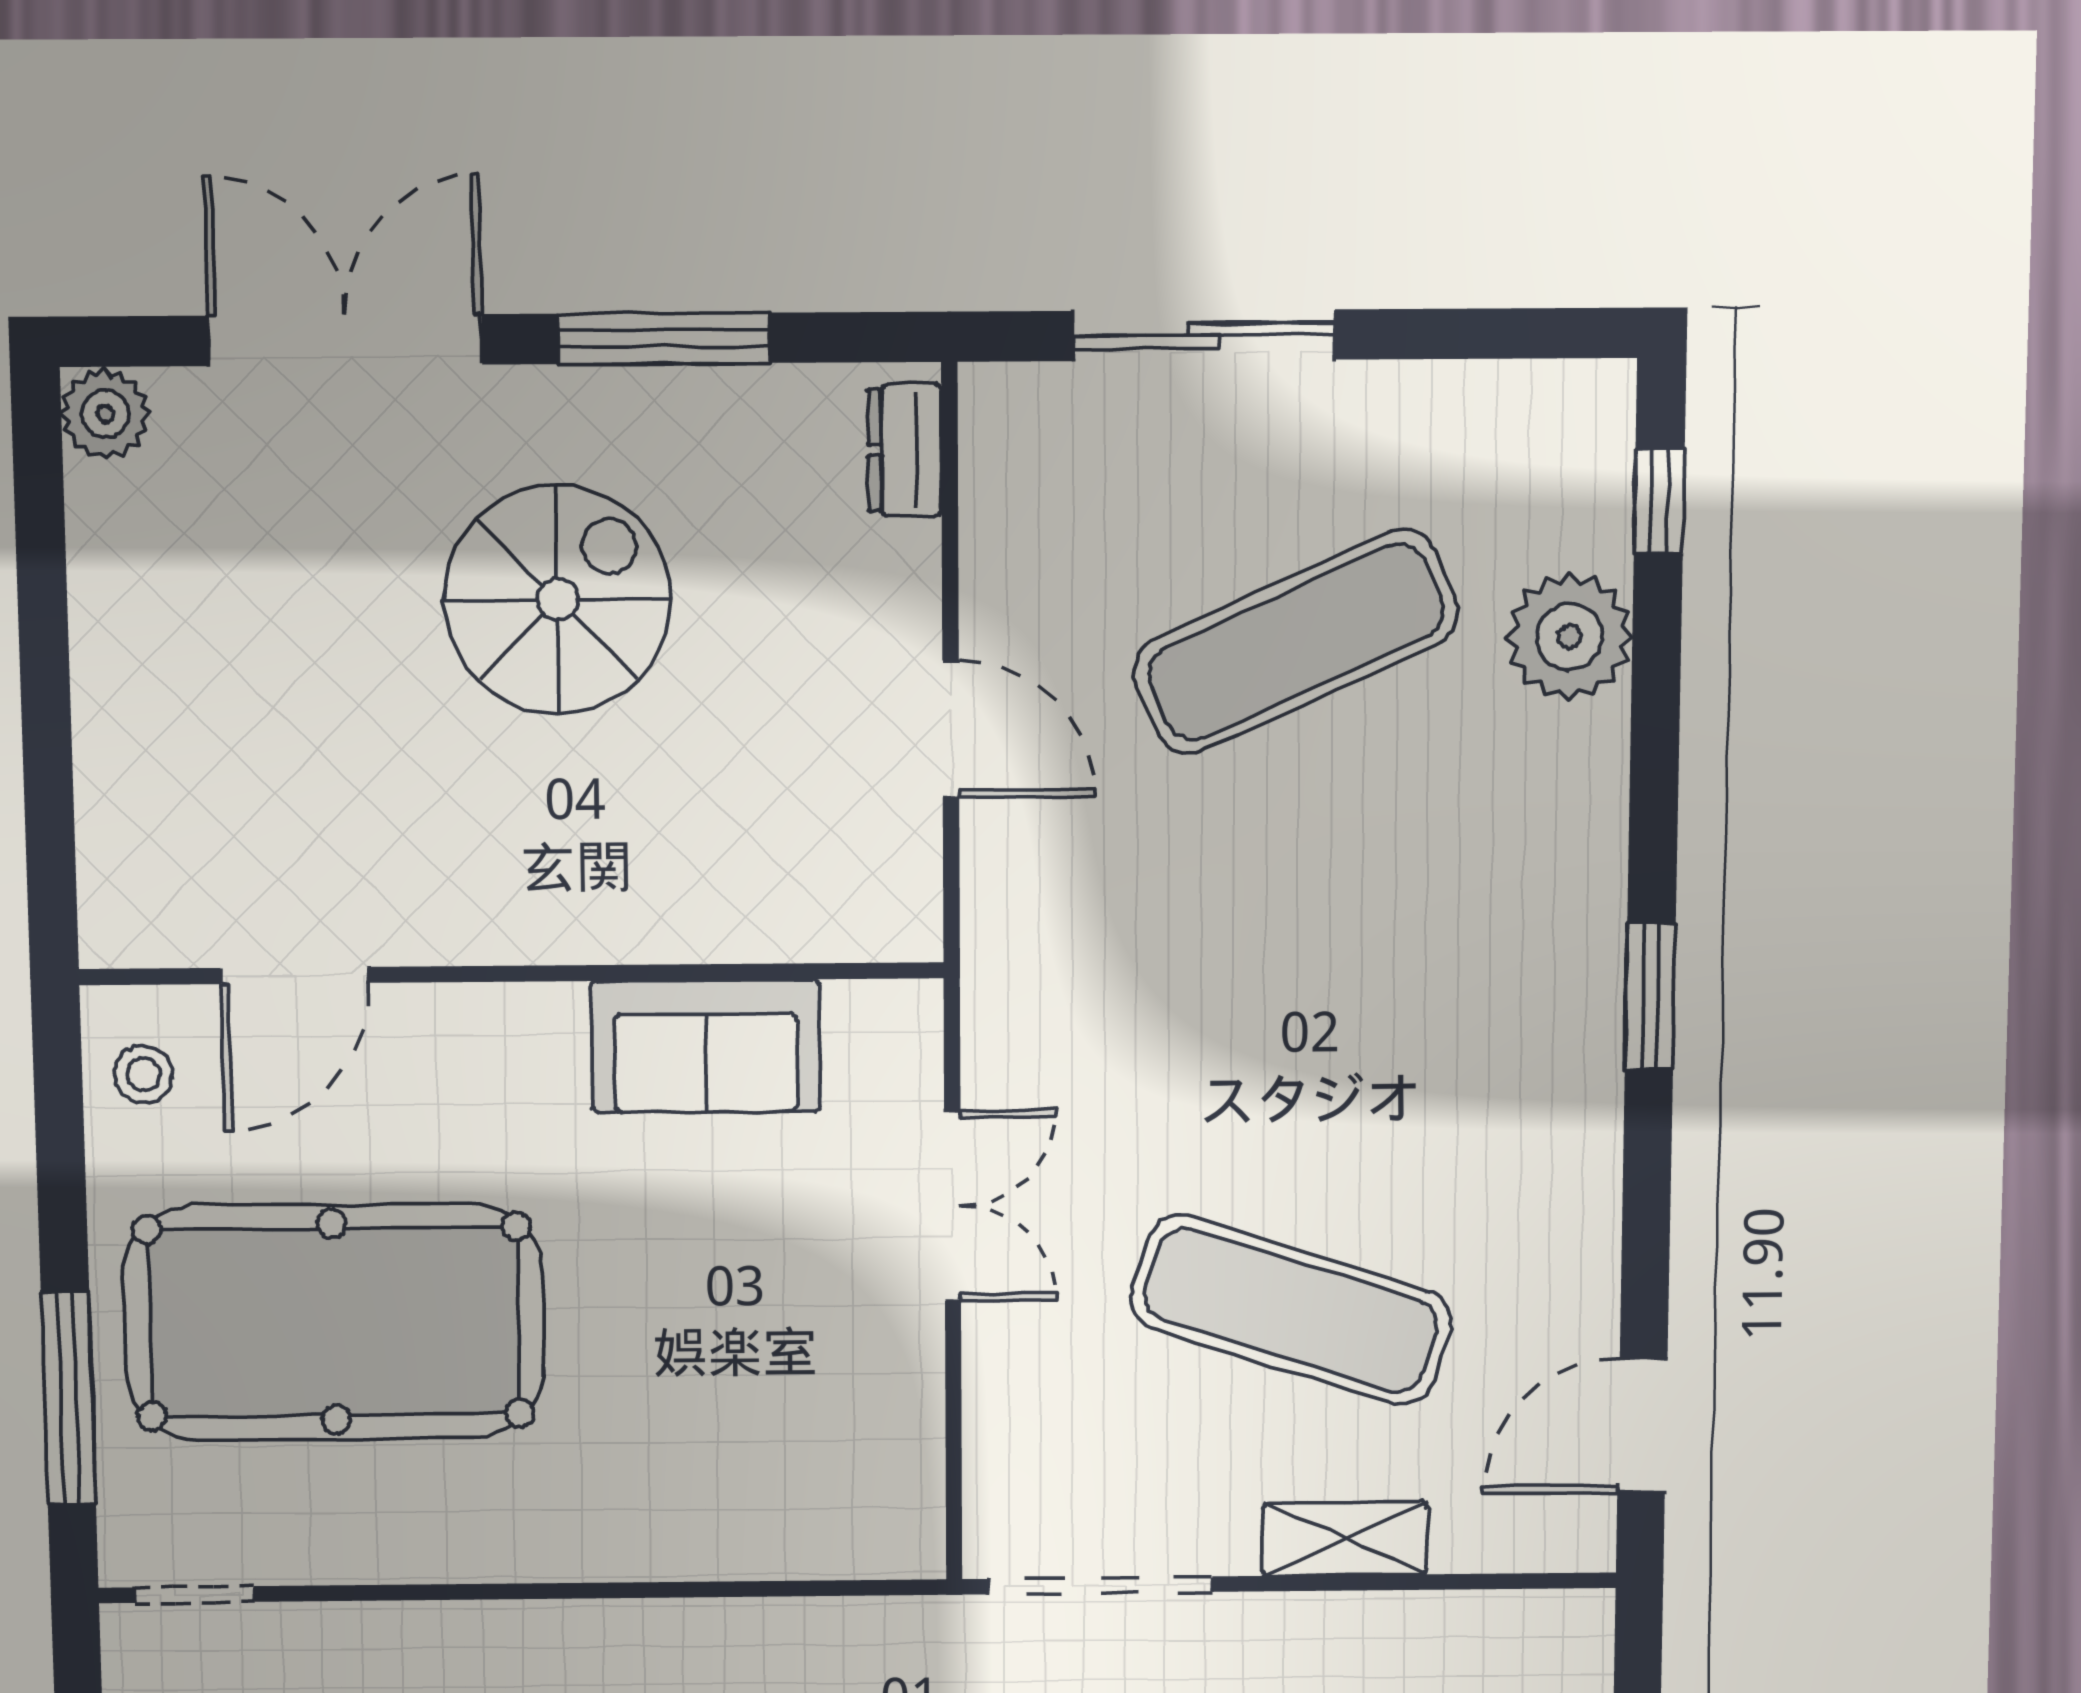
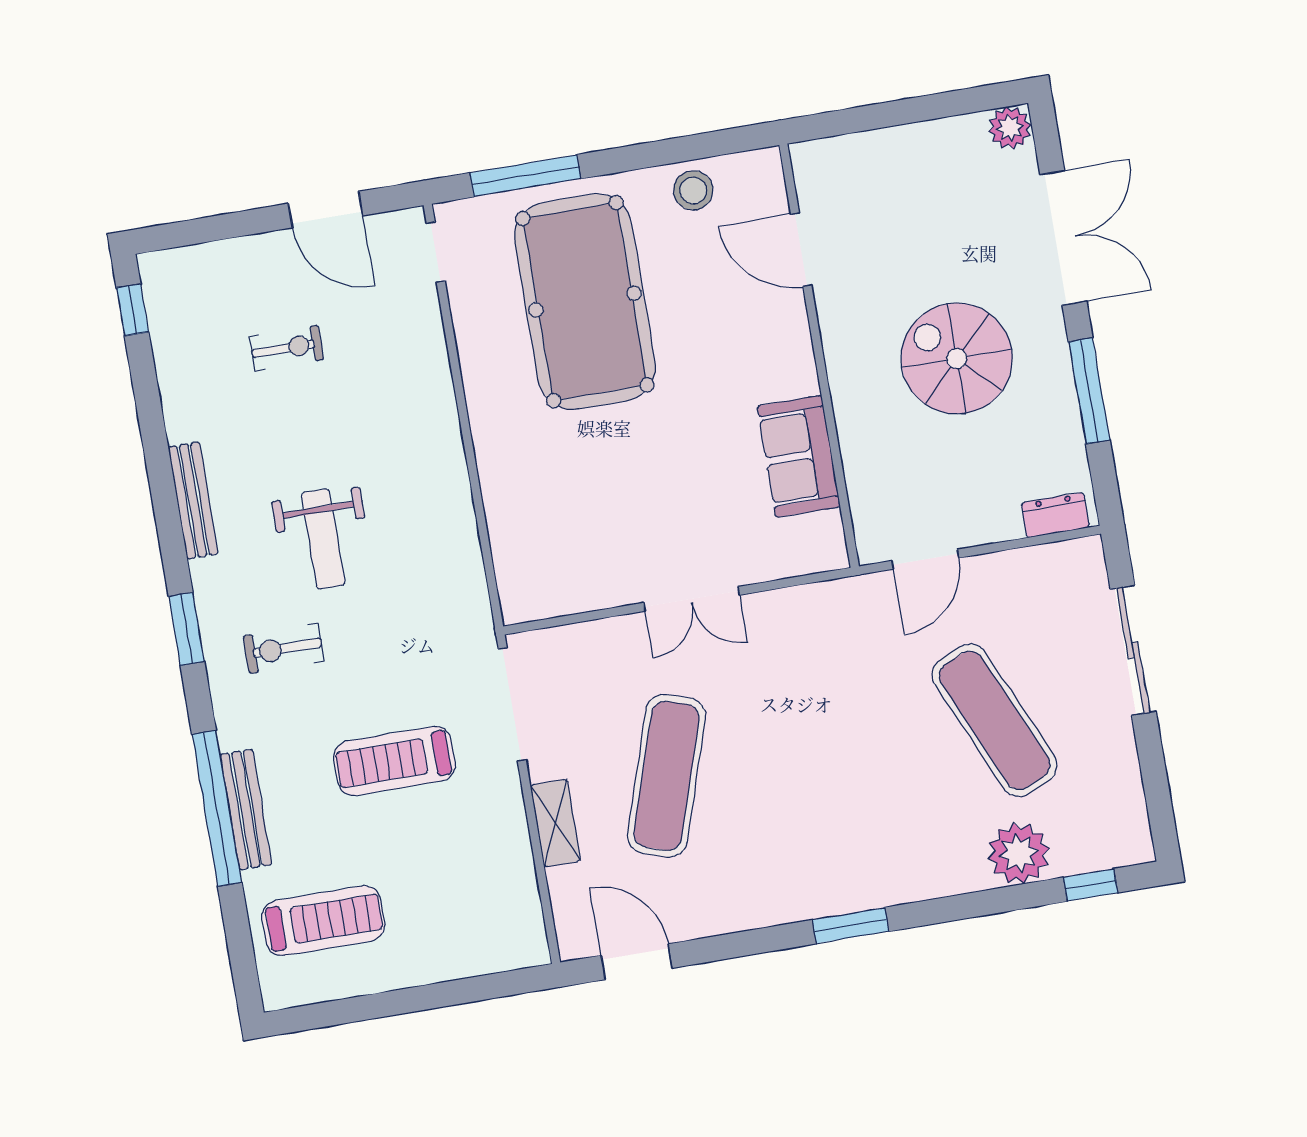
spiral stairs: (558, 599) -> (957, 358), turned 180
wall: (512, 974) -> (819, 356), moved
door: (295, 975) -> (801, 250), moved
sofa: (706, 1046) -> (799, 456), moved
stool: (144, 1074) -> (693, 190), width x1.37, depth x1.37

